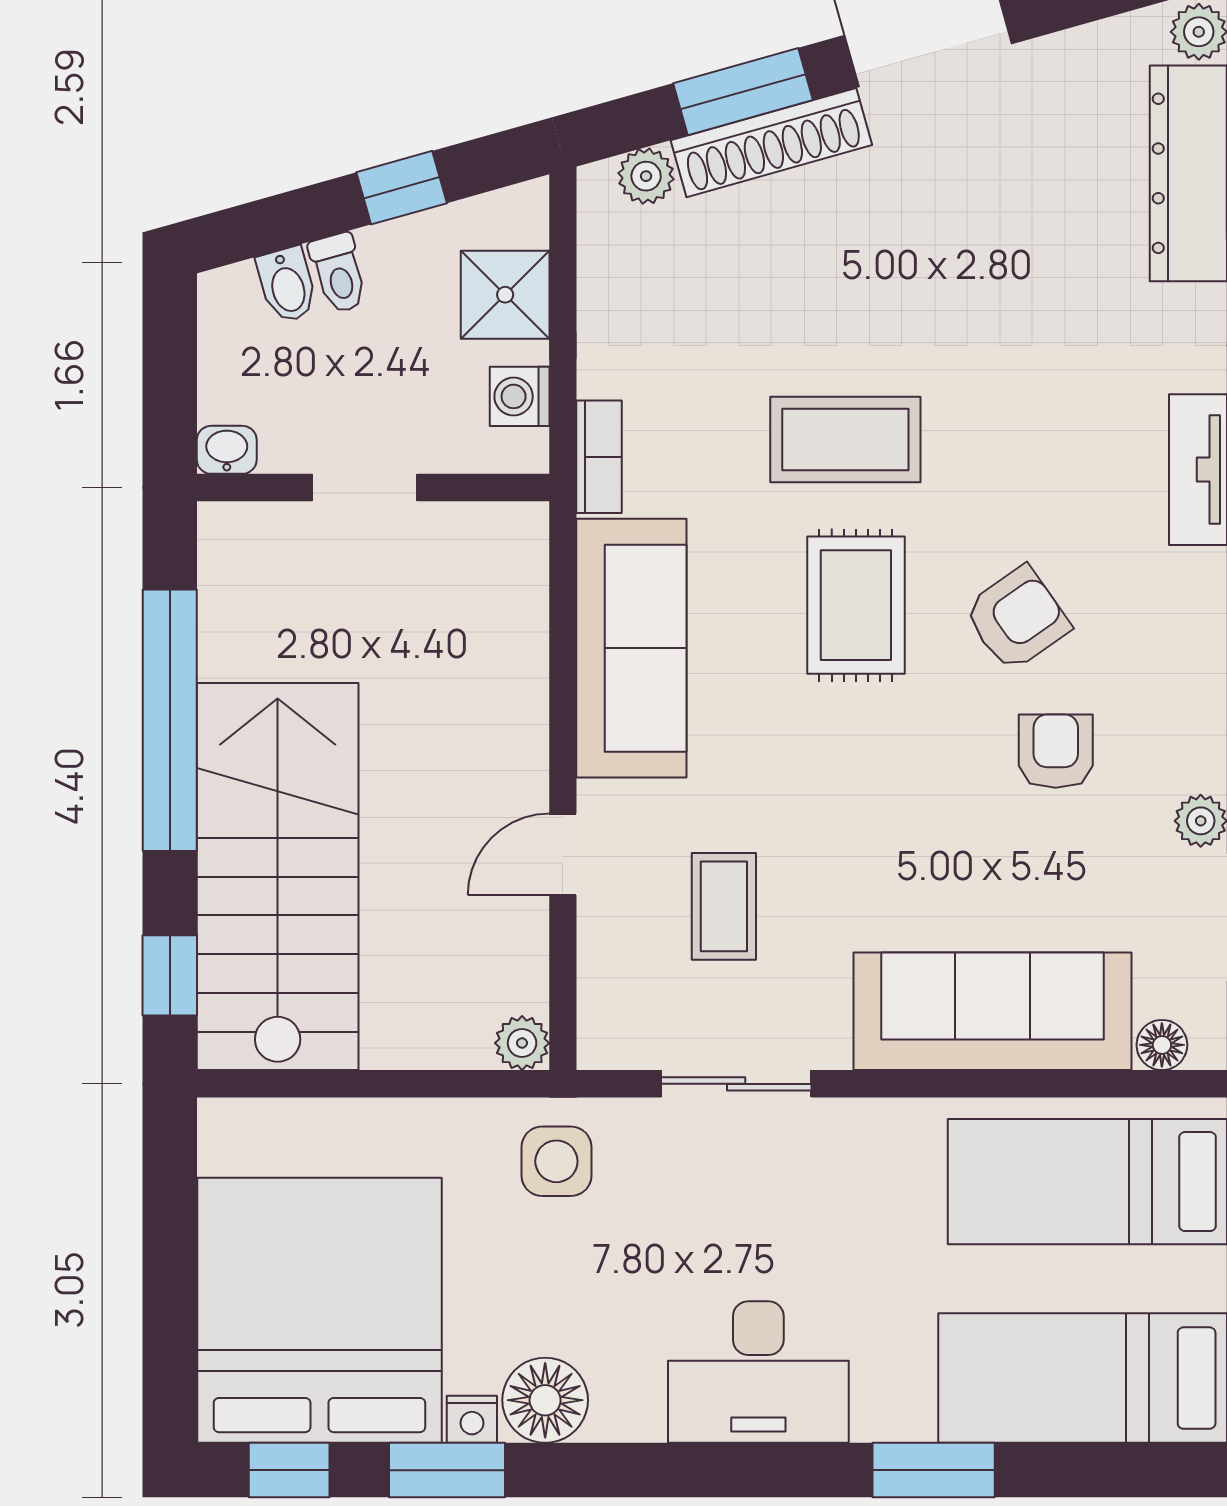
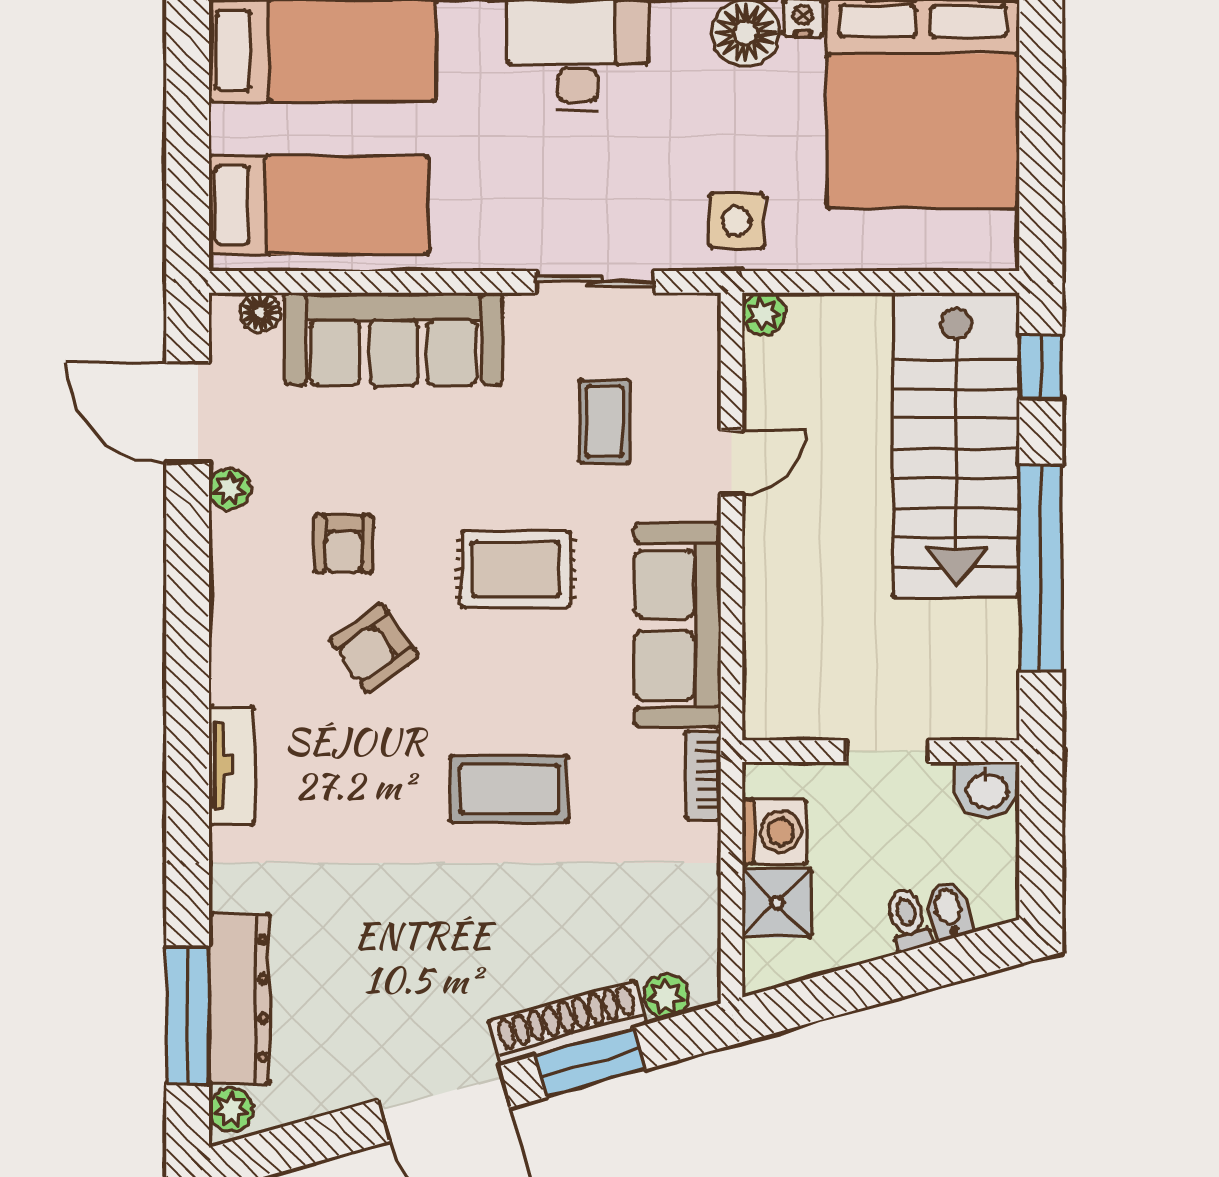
window: (402, 188) -> (858, 987), removed
washing machine: (520, 396) -> (774, 832), width x1.38, depth x1.38
washbasin: (227, 450) -> (987, 789), width x1.38, depth x1.45
rug: (856, 605) -> (516, 569), moved, turned 90

